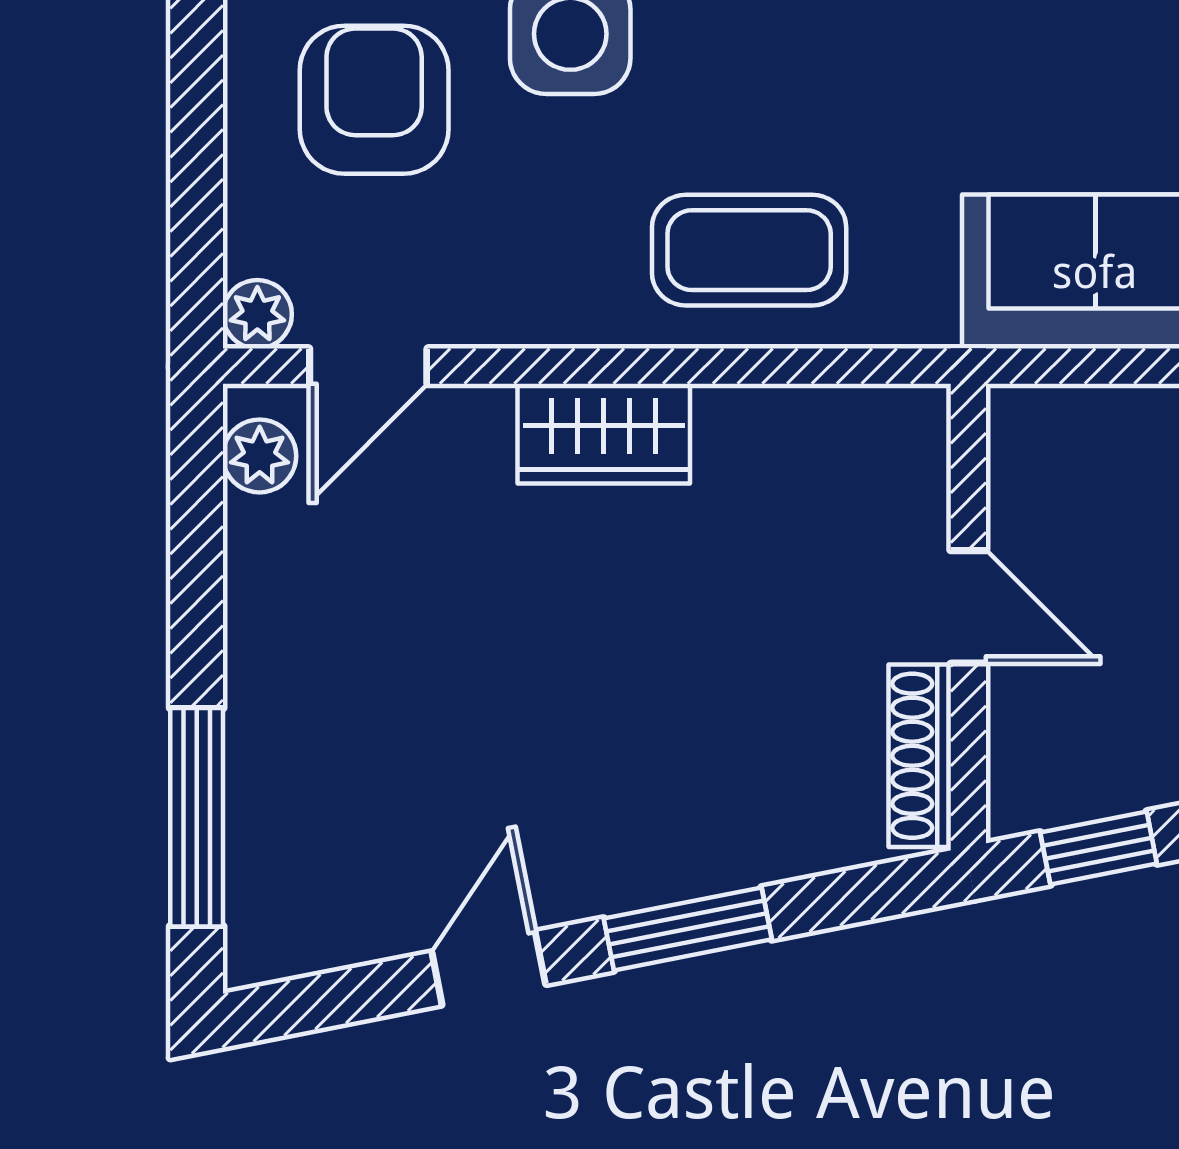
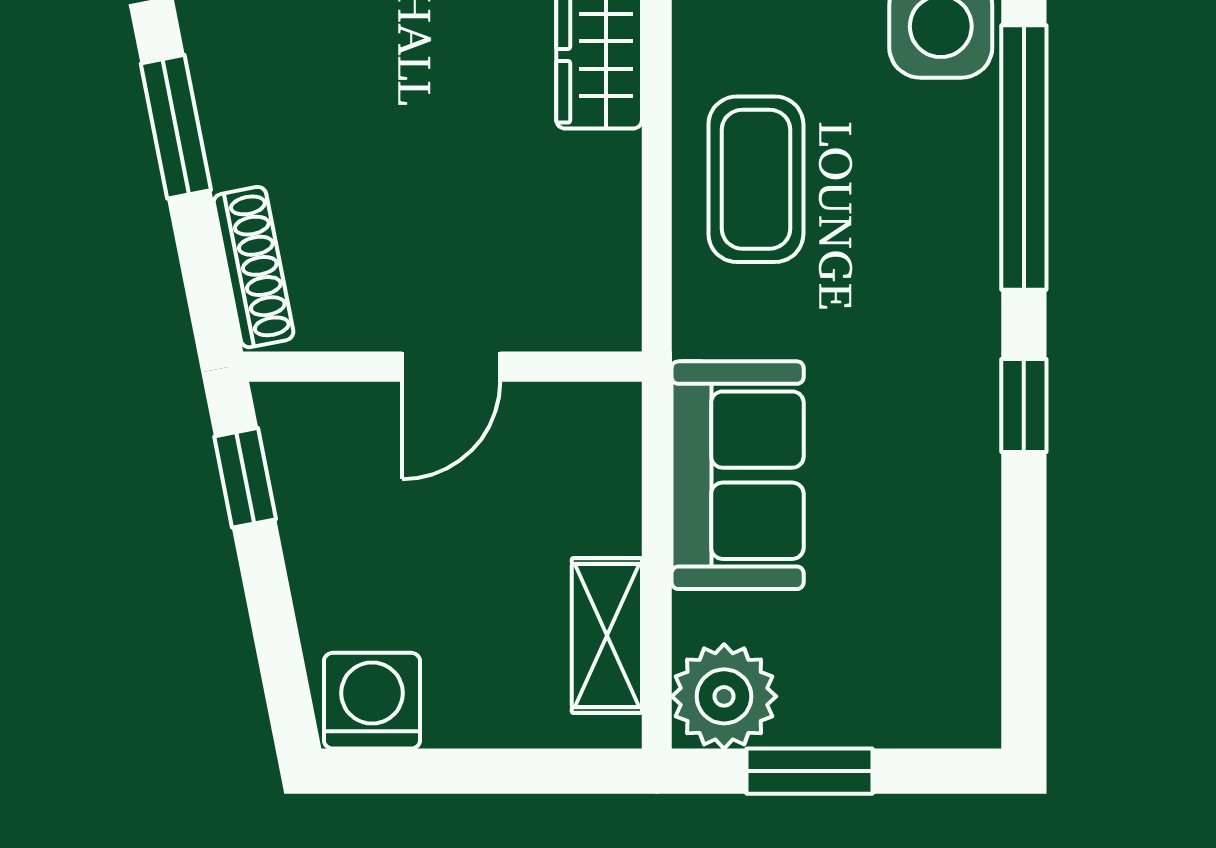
shoe rack: (920, 756) -> (254, 267), moved, turned 79

